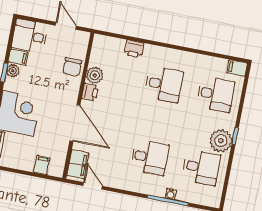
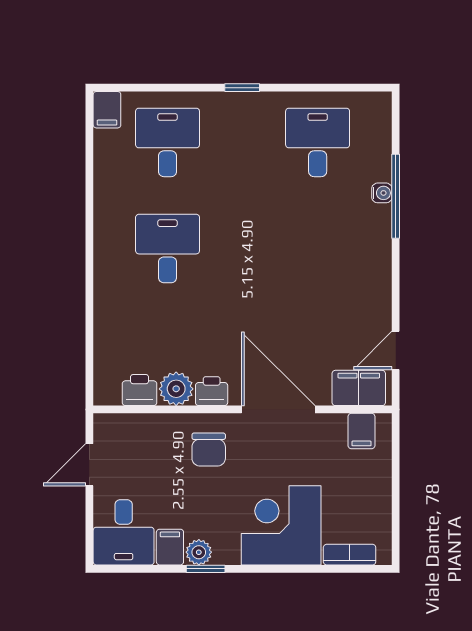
printer: (134, 49) -> (140, 390), moved, turned -90
chair: (72, 67) -> (209, 450), moved, turned 90
door: (75, 123) -> (278, 409), hinge flipped
plant: (221, 141) -> (257, 114), removed
desk: (150, 157) -> (318, 249), removed
filing cabinet: (42, 165) -> (361, 431), moved, turned -90

